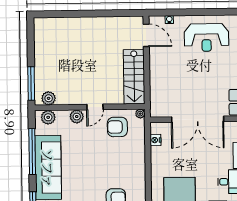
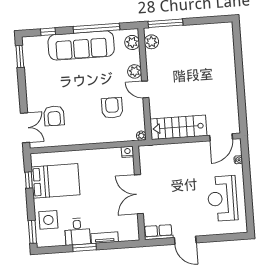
double door: (198, 119) -> (139, 194), width x0.73
armchair: (117, 127) -> (112, 108), moved
nightstand: (156, 140) -> (127, 152), moved

